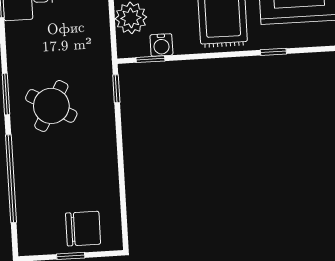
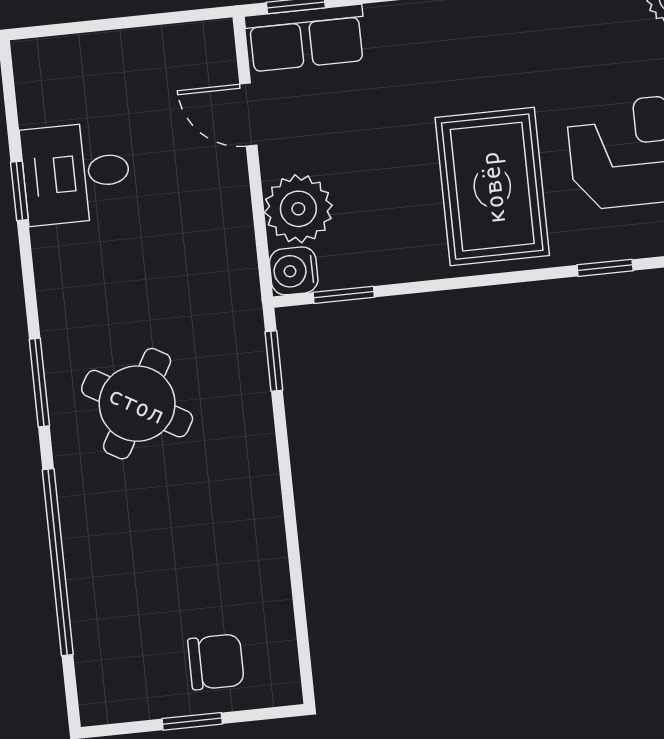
water cooler: (161, 45) -> (294, 271), moved, turned 90
chair: (83, 229) -> (216, 662), width x0.73, depth x0.73

